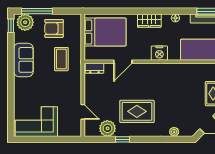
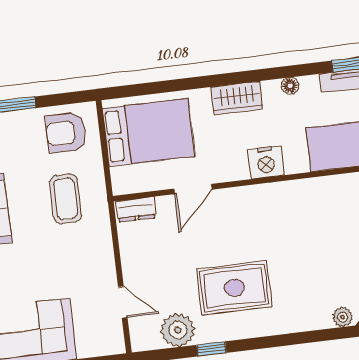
armchair: (54, 28) -> (66, 133), moved
plant: (174, 132) -> (343, 317), moved

